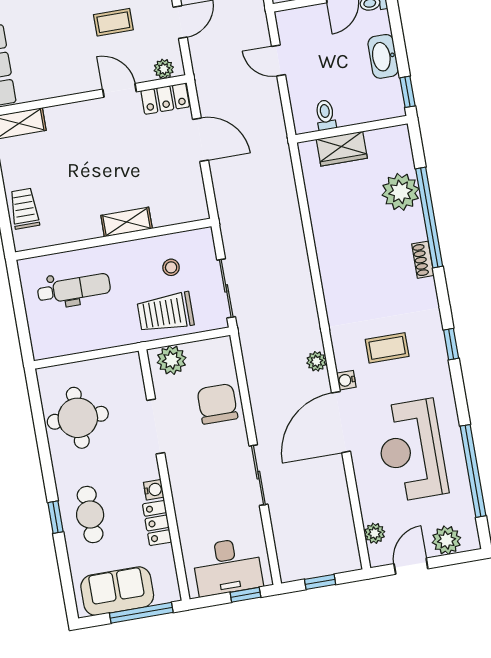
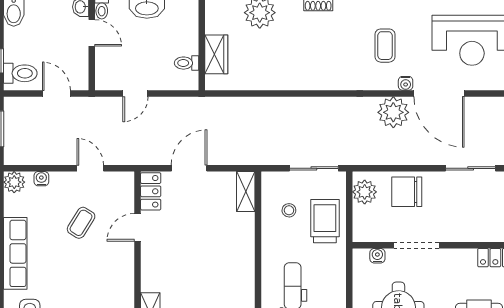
coffee table: (113, 22) -> (81, 223), turned 32
plant: (164, 69) -> (126, 188), removed
shelving: (127, 222) -> (246, 192), moved
trolley: (166, 312) -> (325, 221), turned 180
plant: (172, 360) -> (365, 192), moved
plant: (316, 361) -> (393, 112), width x1.88, depth x1.88
water cooler: (154, 490) -> (377, 256), moved

